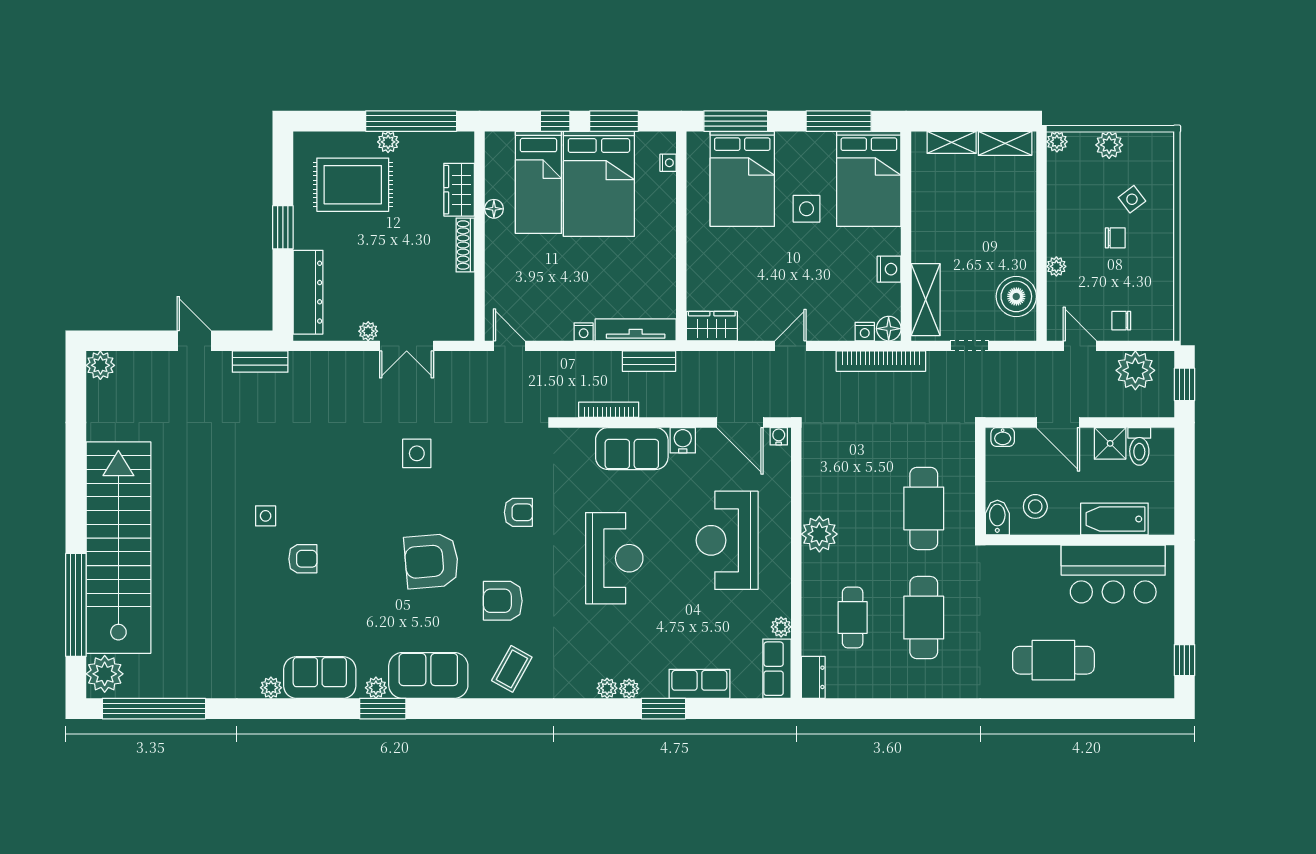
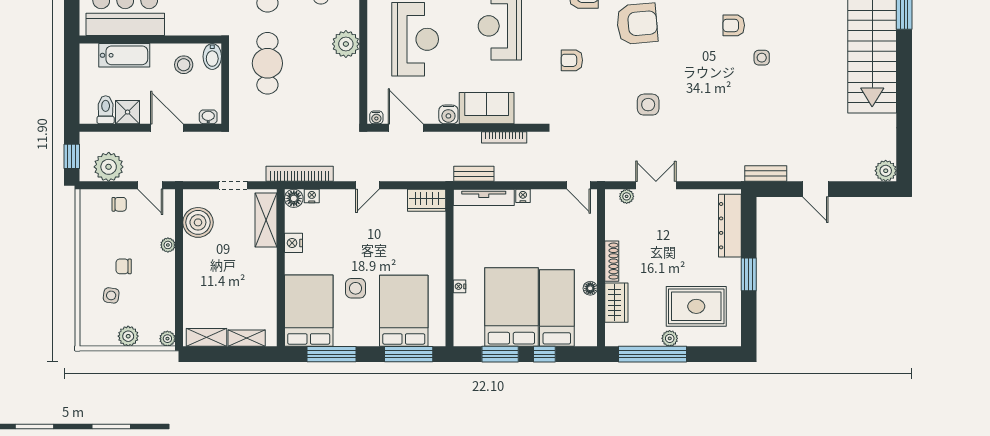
nightstand: (668, 163) -> (459, 286), moved
side table: (1132, 199) -> (111, 295), turned 45
plant: (368, 331) -> (627, 196), moved

